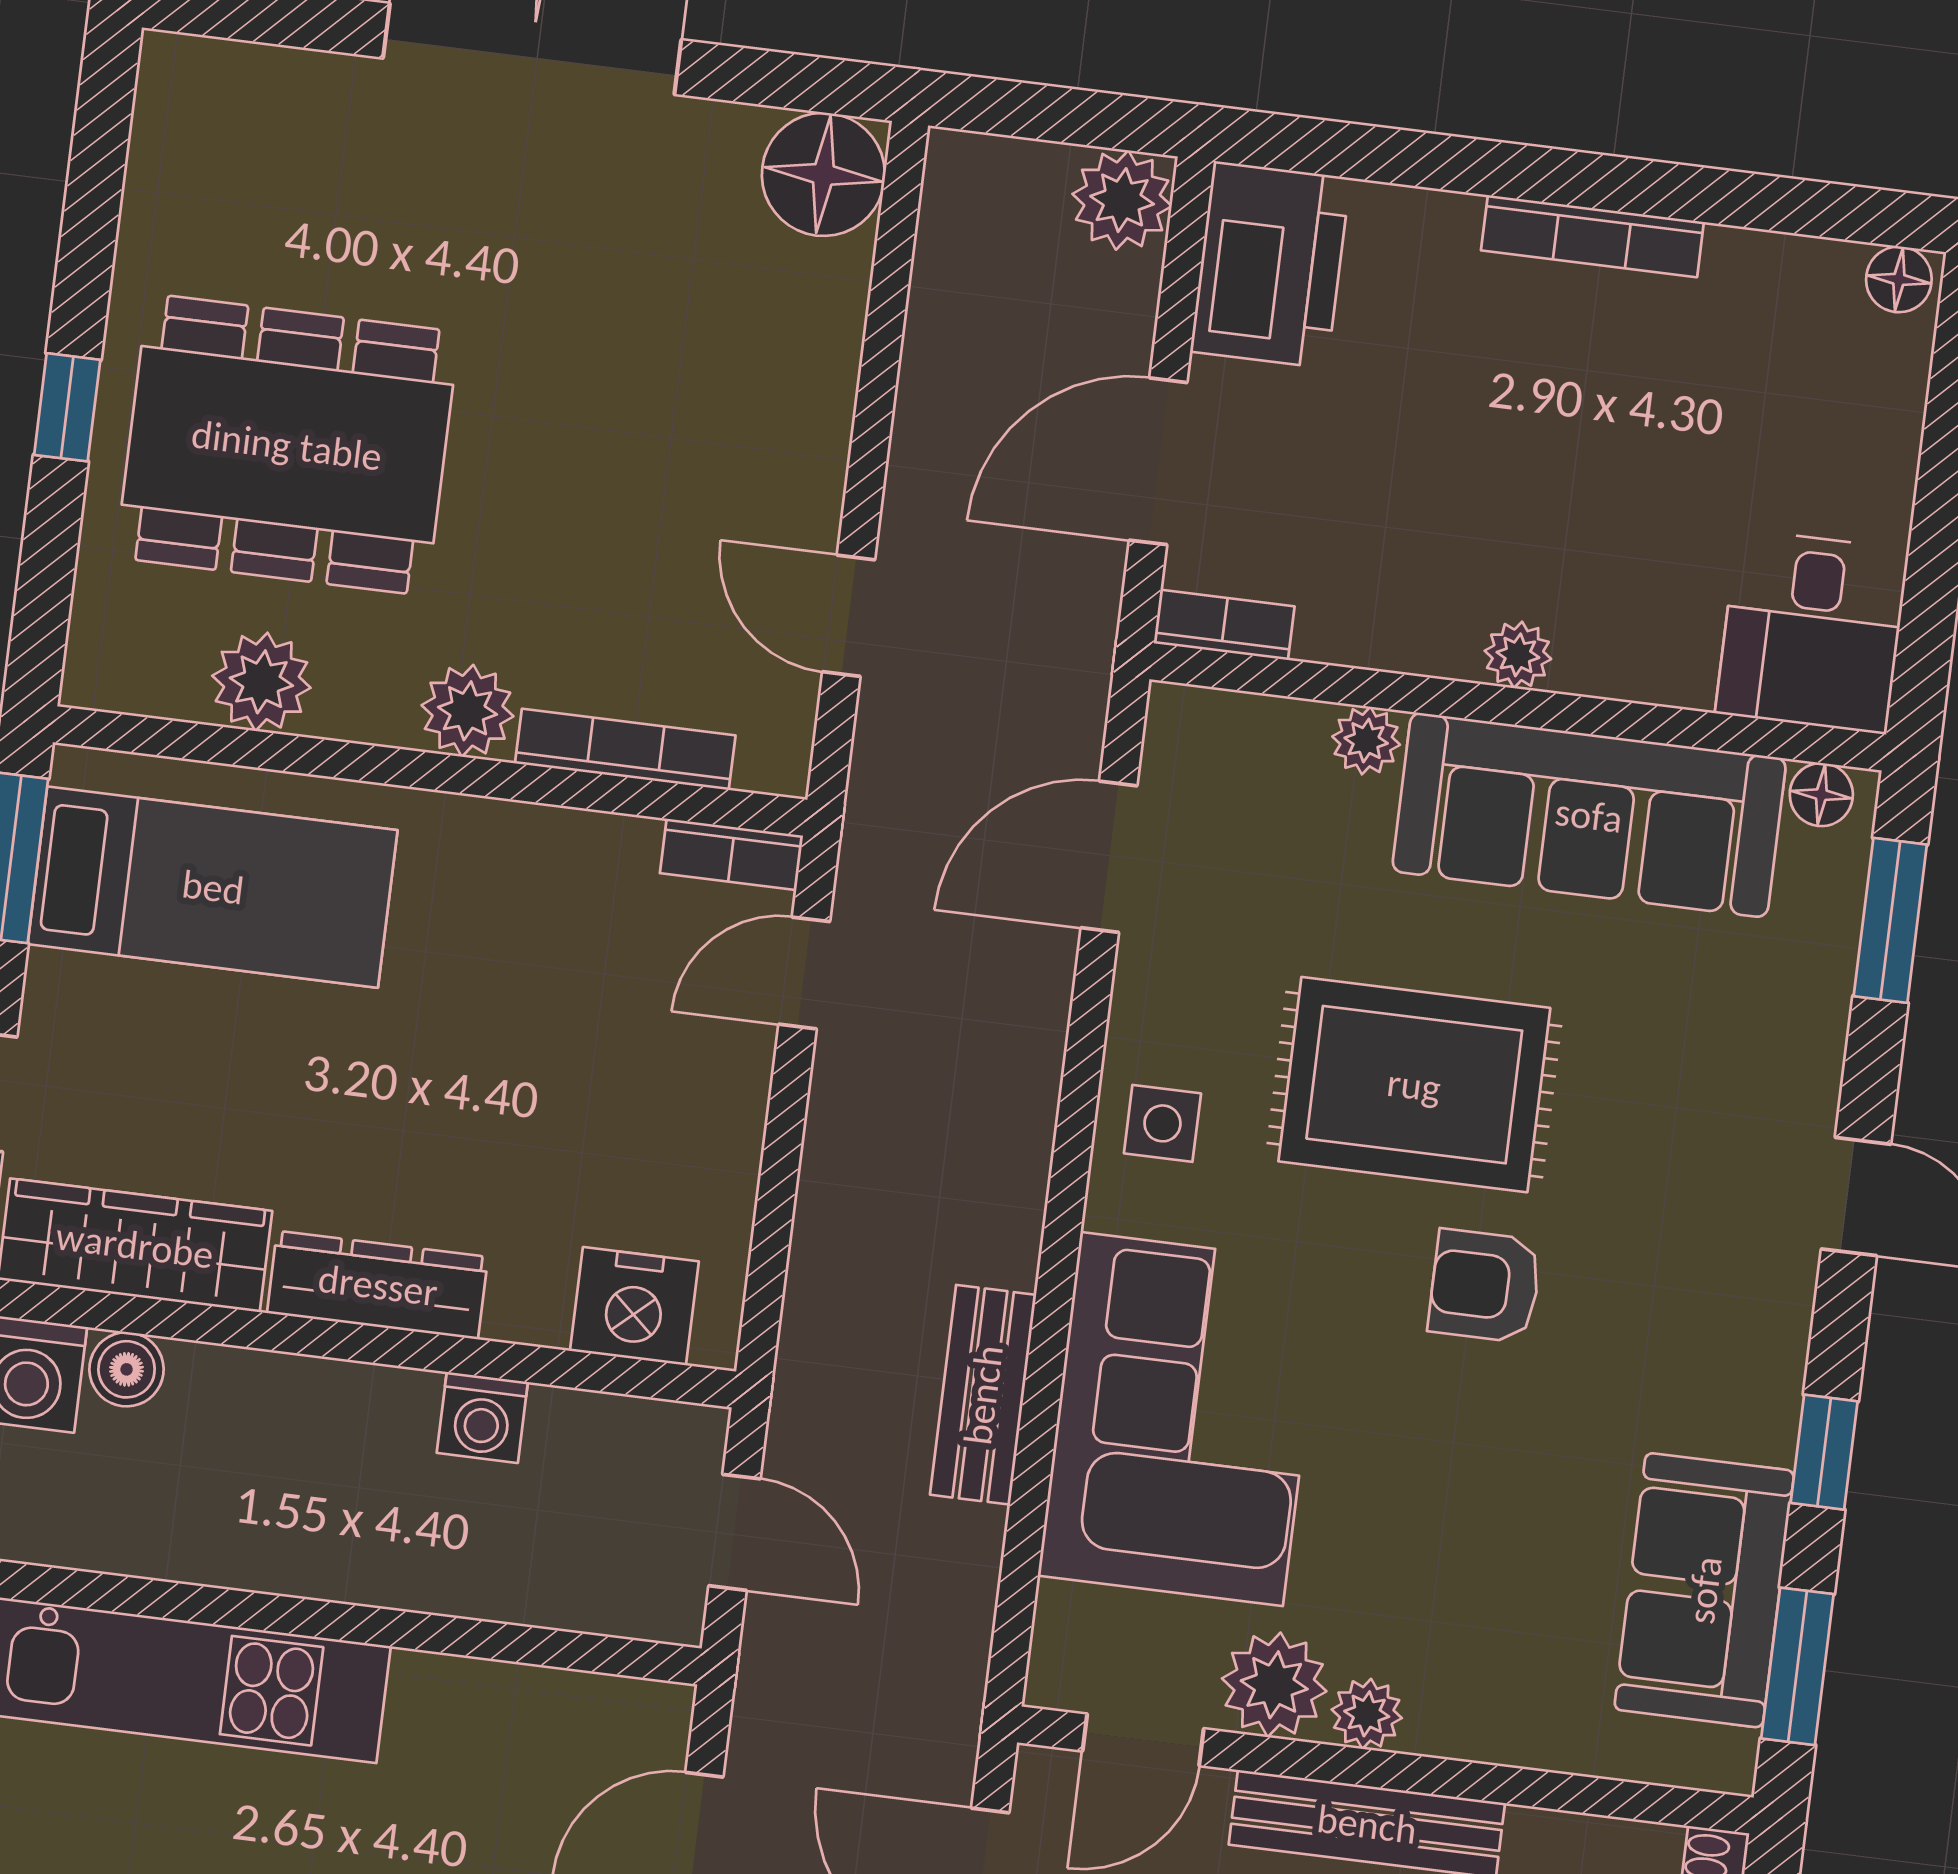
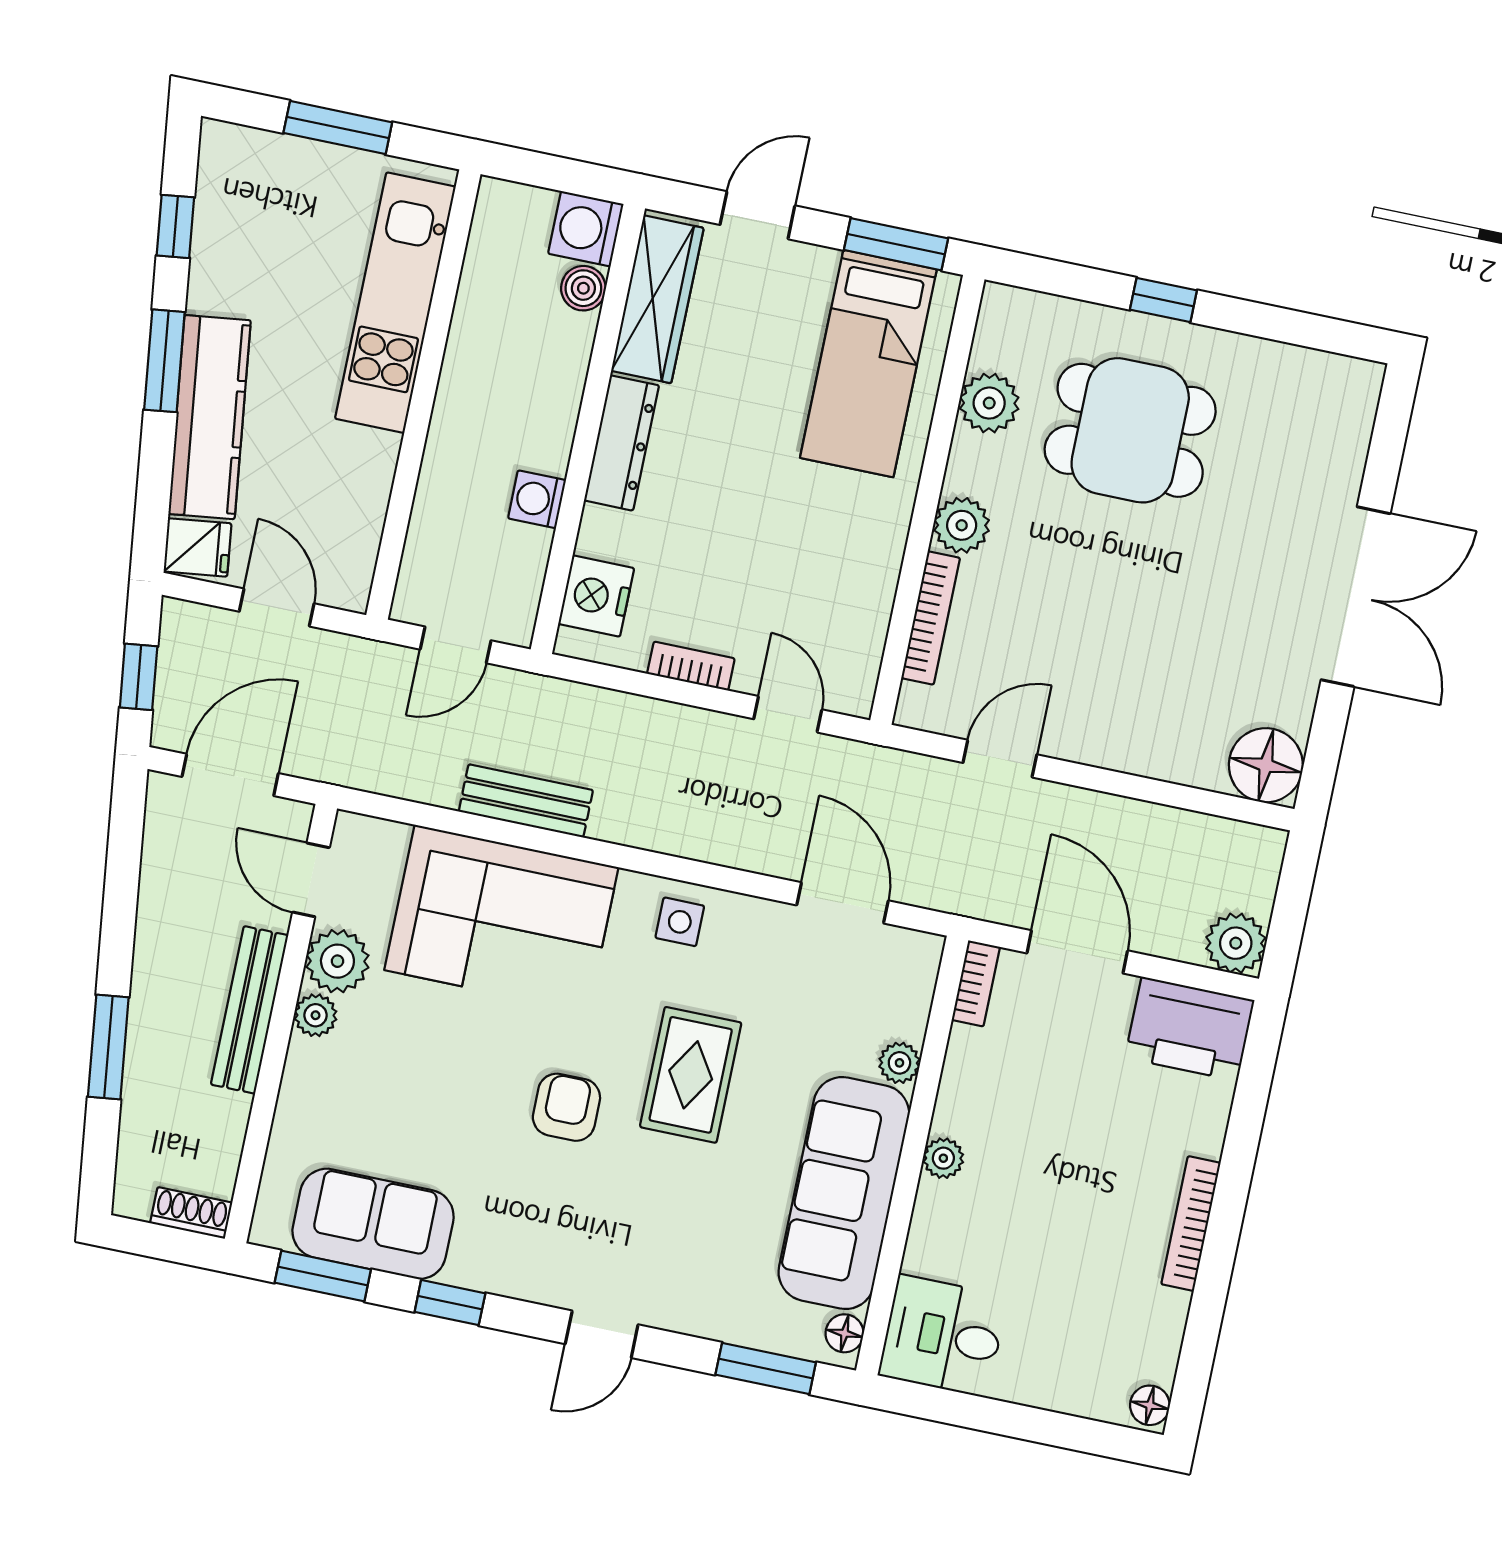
dining table: (287, 445) -> (1130, 430), width x0.73
bookcase: (731, 854) -> (691, 666), moved, turned 90
rug: (1414, 1085) -> (691, 1075), width x0.73, depth x0.70

